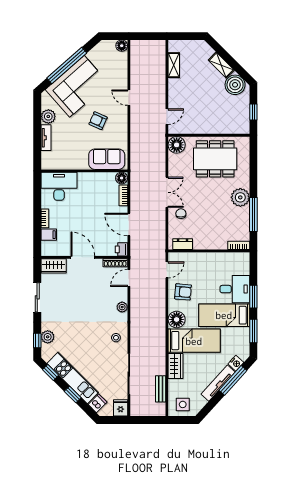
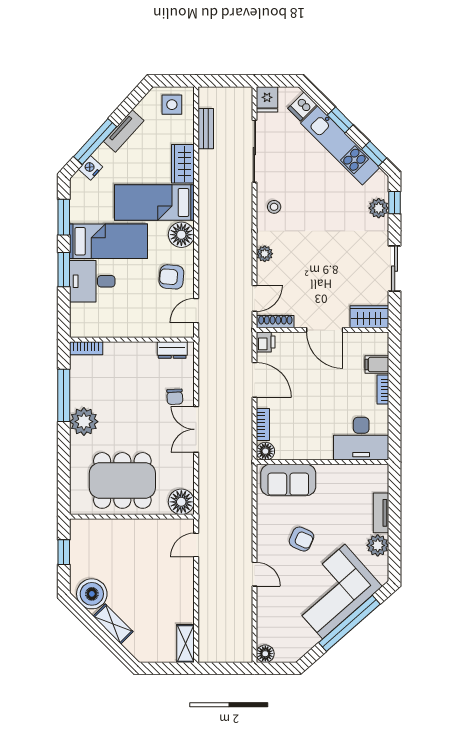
shelving: (174, 65) -> (186, 643), moved
tv unit: (218, 383) -> (124, 131), width x0.71

